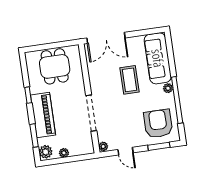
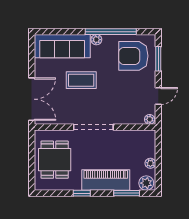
dining table: (55, 66) -> (55, 160), turned 90
doorway: (91, 113) -> (93, 127), moved

